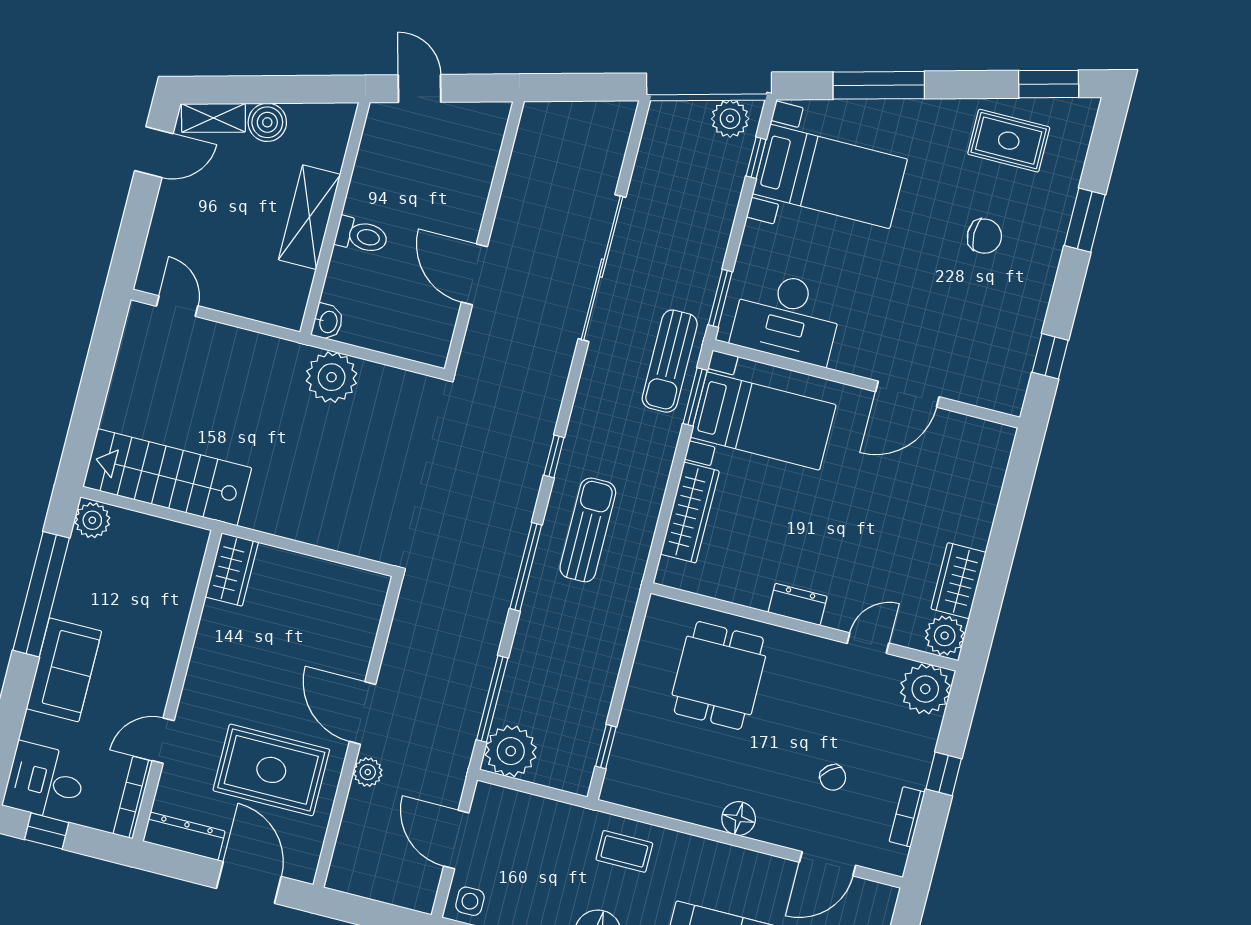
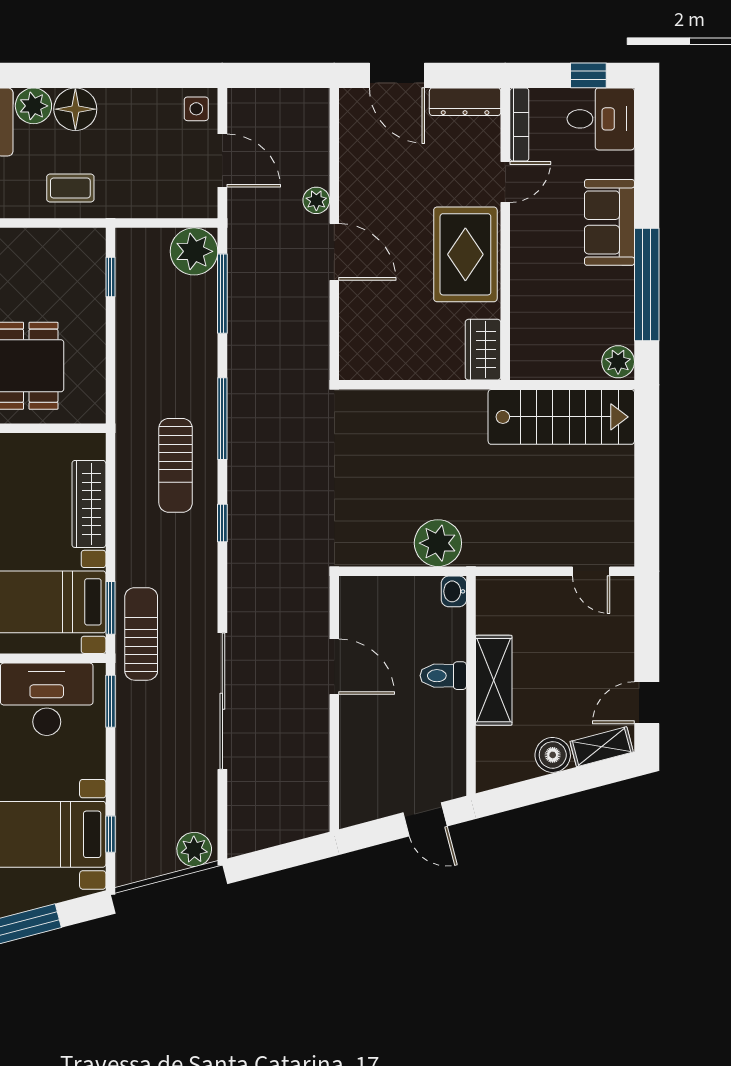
plant: (730, 119) -> (194, 849), moved
rug: (271, 770) -> (465, 254), moved, turned 90

